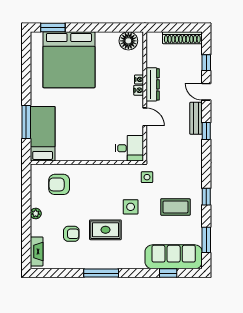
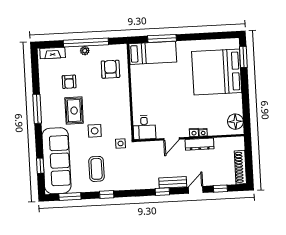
window: (26, 212) -> (86, 42), added
sofa: (174, 257) -> (56, 161), width x1.36, depth x1.27

